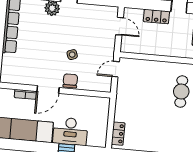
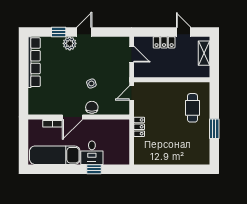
desk: (70, 131) -> (92, 153), width x0.73
locker: (118, 134) -> (139, 127), moved

